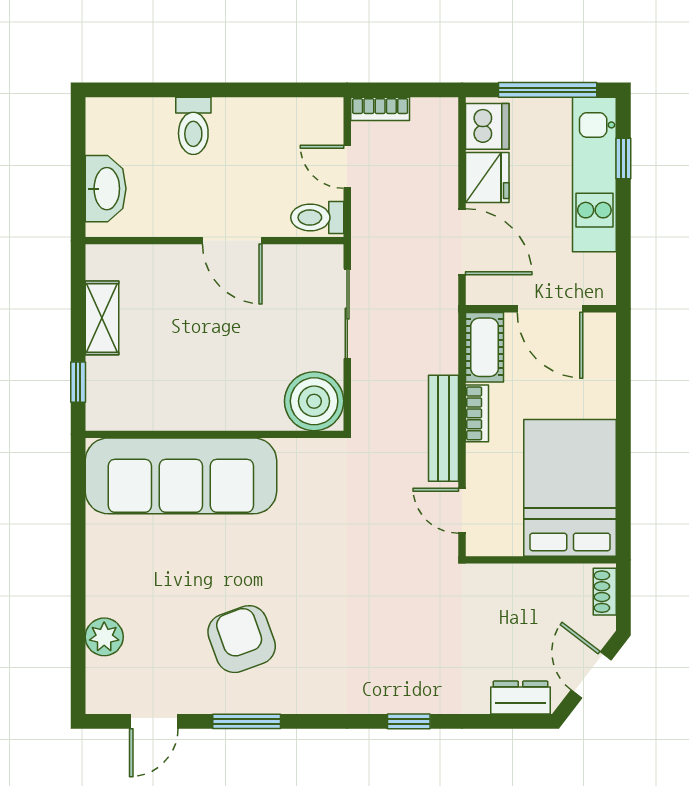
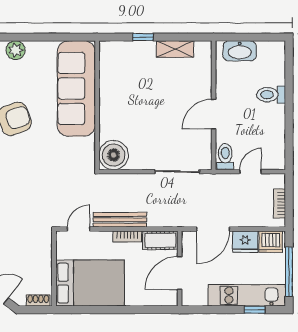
bookcase: (380, 109) -> (280, 204), moved
boiler: (314, 401) -> (114, 155), moved
wall: (214, 434) -> (97, 105), moved
sofa: (181, 476) -> (76, 88), moved

